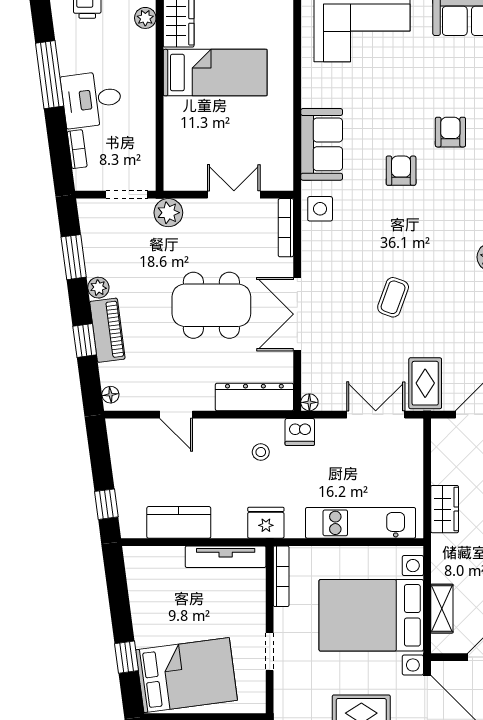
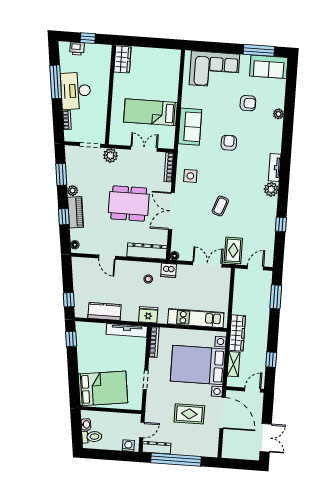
plant: (145, 18) -> (106, 57), removed
bed: (215, 73) -> (150, 112), moved, turned 180
desk: (92, 99) -> (76, 91), width x1.37
armchair: (450, 132) -> (248, 103), moved, turned 90
side table: (320, 209) -> (190, 176), moved
wardrobe: (445, 509) -> (237, 333), moved, width x1.50
window: (126, 657) -> (71, 339), moved

